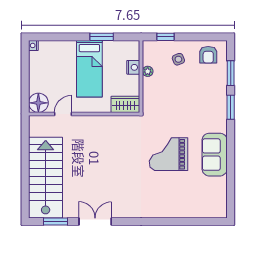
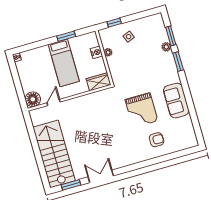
armchair: (208, 55) -> (157, 140), moved, turned -90
plant: (221, 85) -> (166, 47), added
grand piano: (168, 154) -> (141, 110), turned -90

